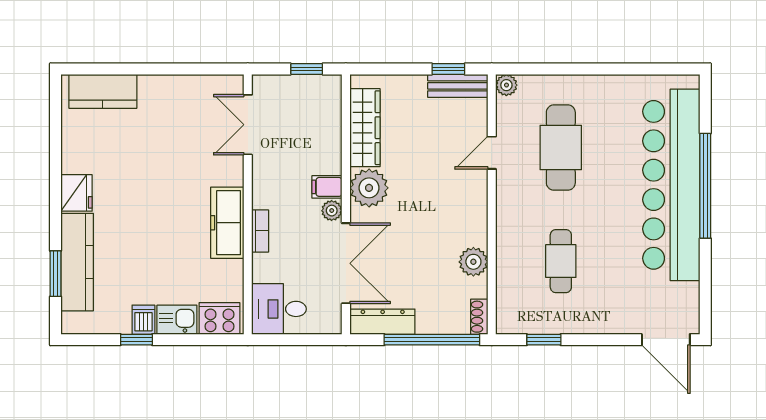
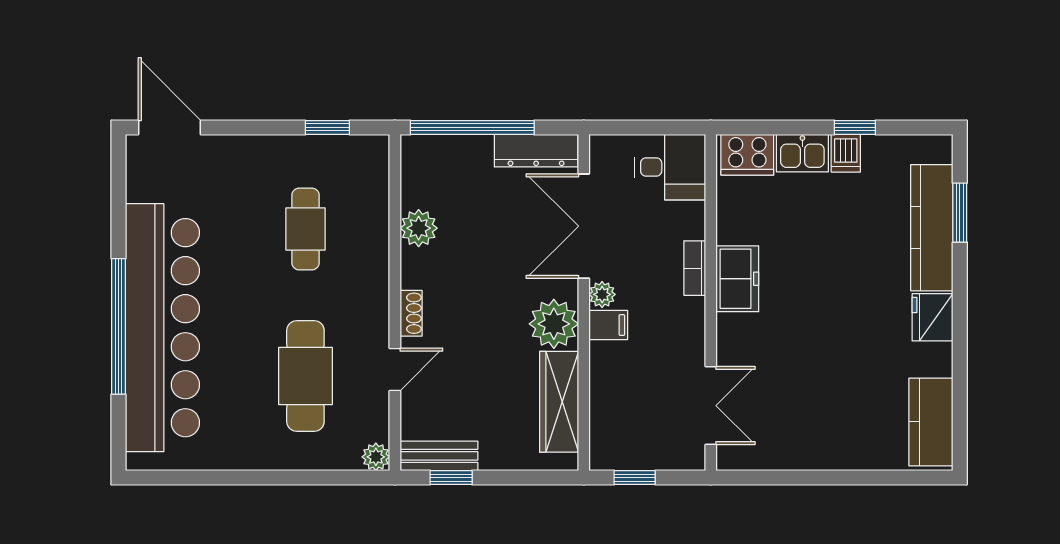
kitchen counter: (103, 91) -> (931, 422), moved, turned -90
freezer: (227, 223) -> (737, 279), width x0.71
shoe rack: (479, 317) -> (411, 313), moved

